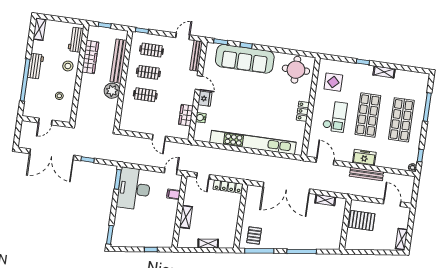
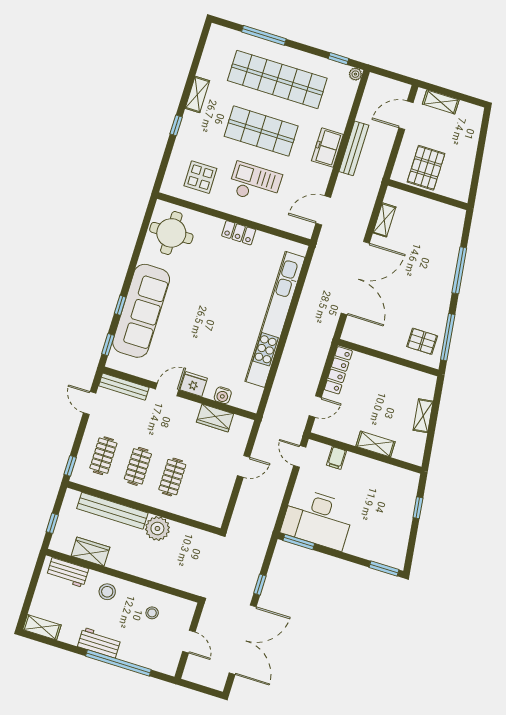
wardrobe: (90, 57) -> (90, 552), width x0.67
shop shelf: (401, 120) -> (277, 79), width x1.40
shelving: (401, 239) -> (441, 102), moved

